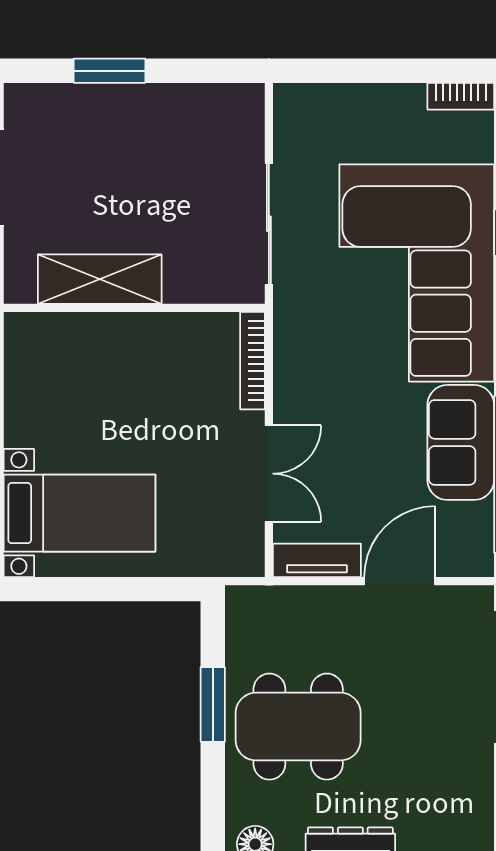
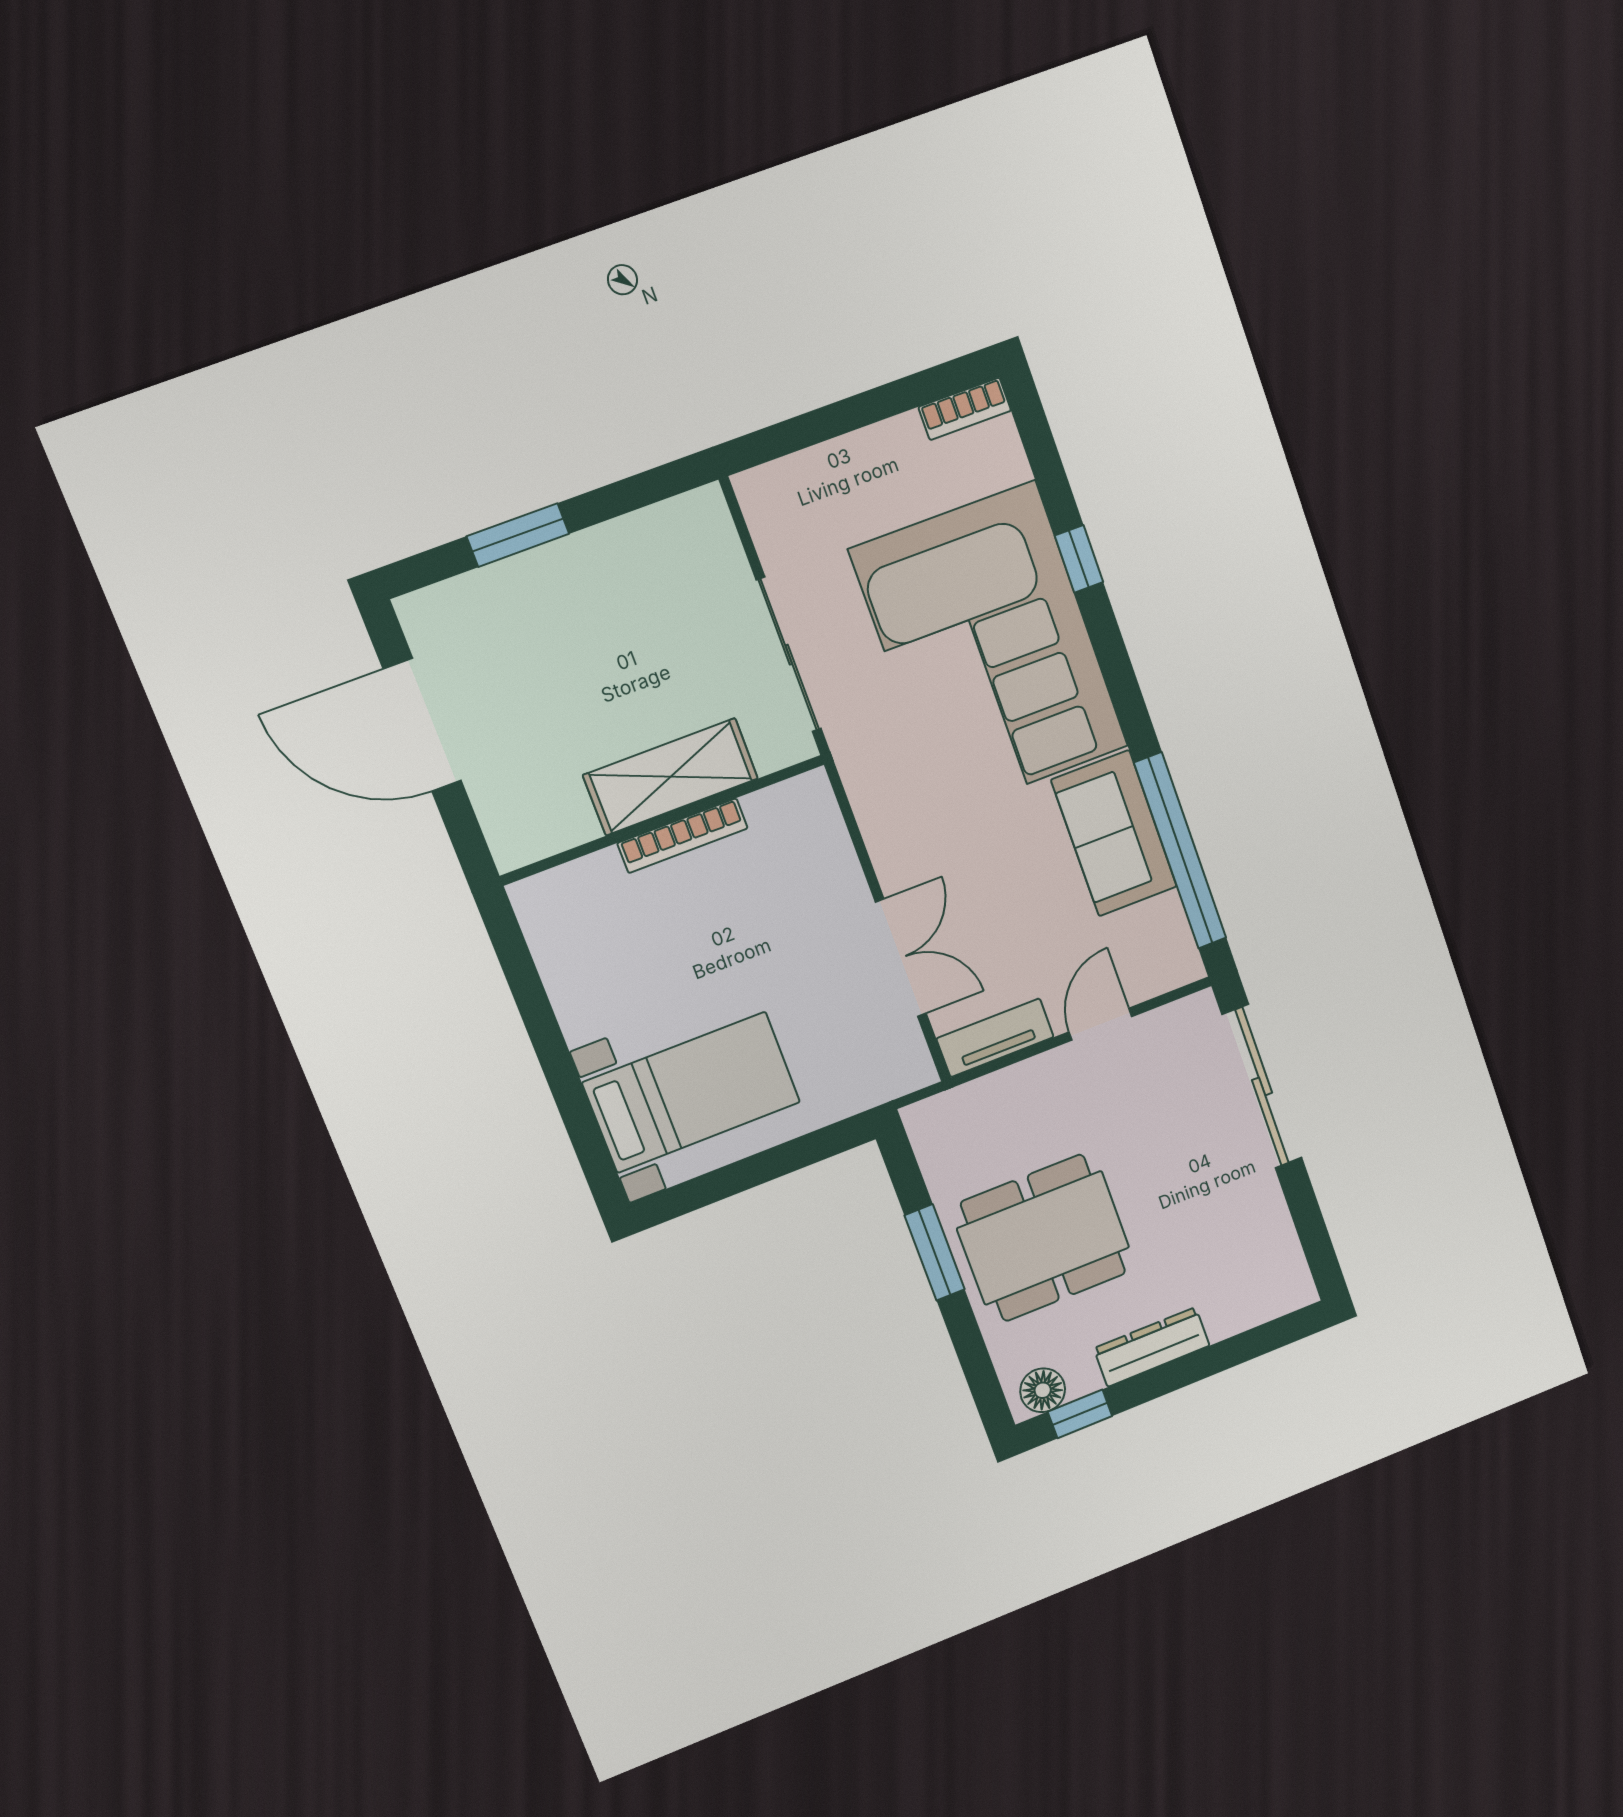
shelving: (100, 279) -> (671, 777), moved
bookcase: (252, 361) -> (683, 836), moved, turned -90
door: (400, 581) -> (1100, 1024), width x0.73

